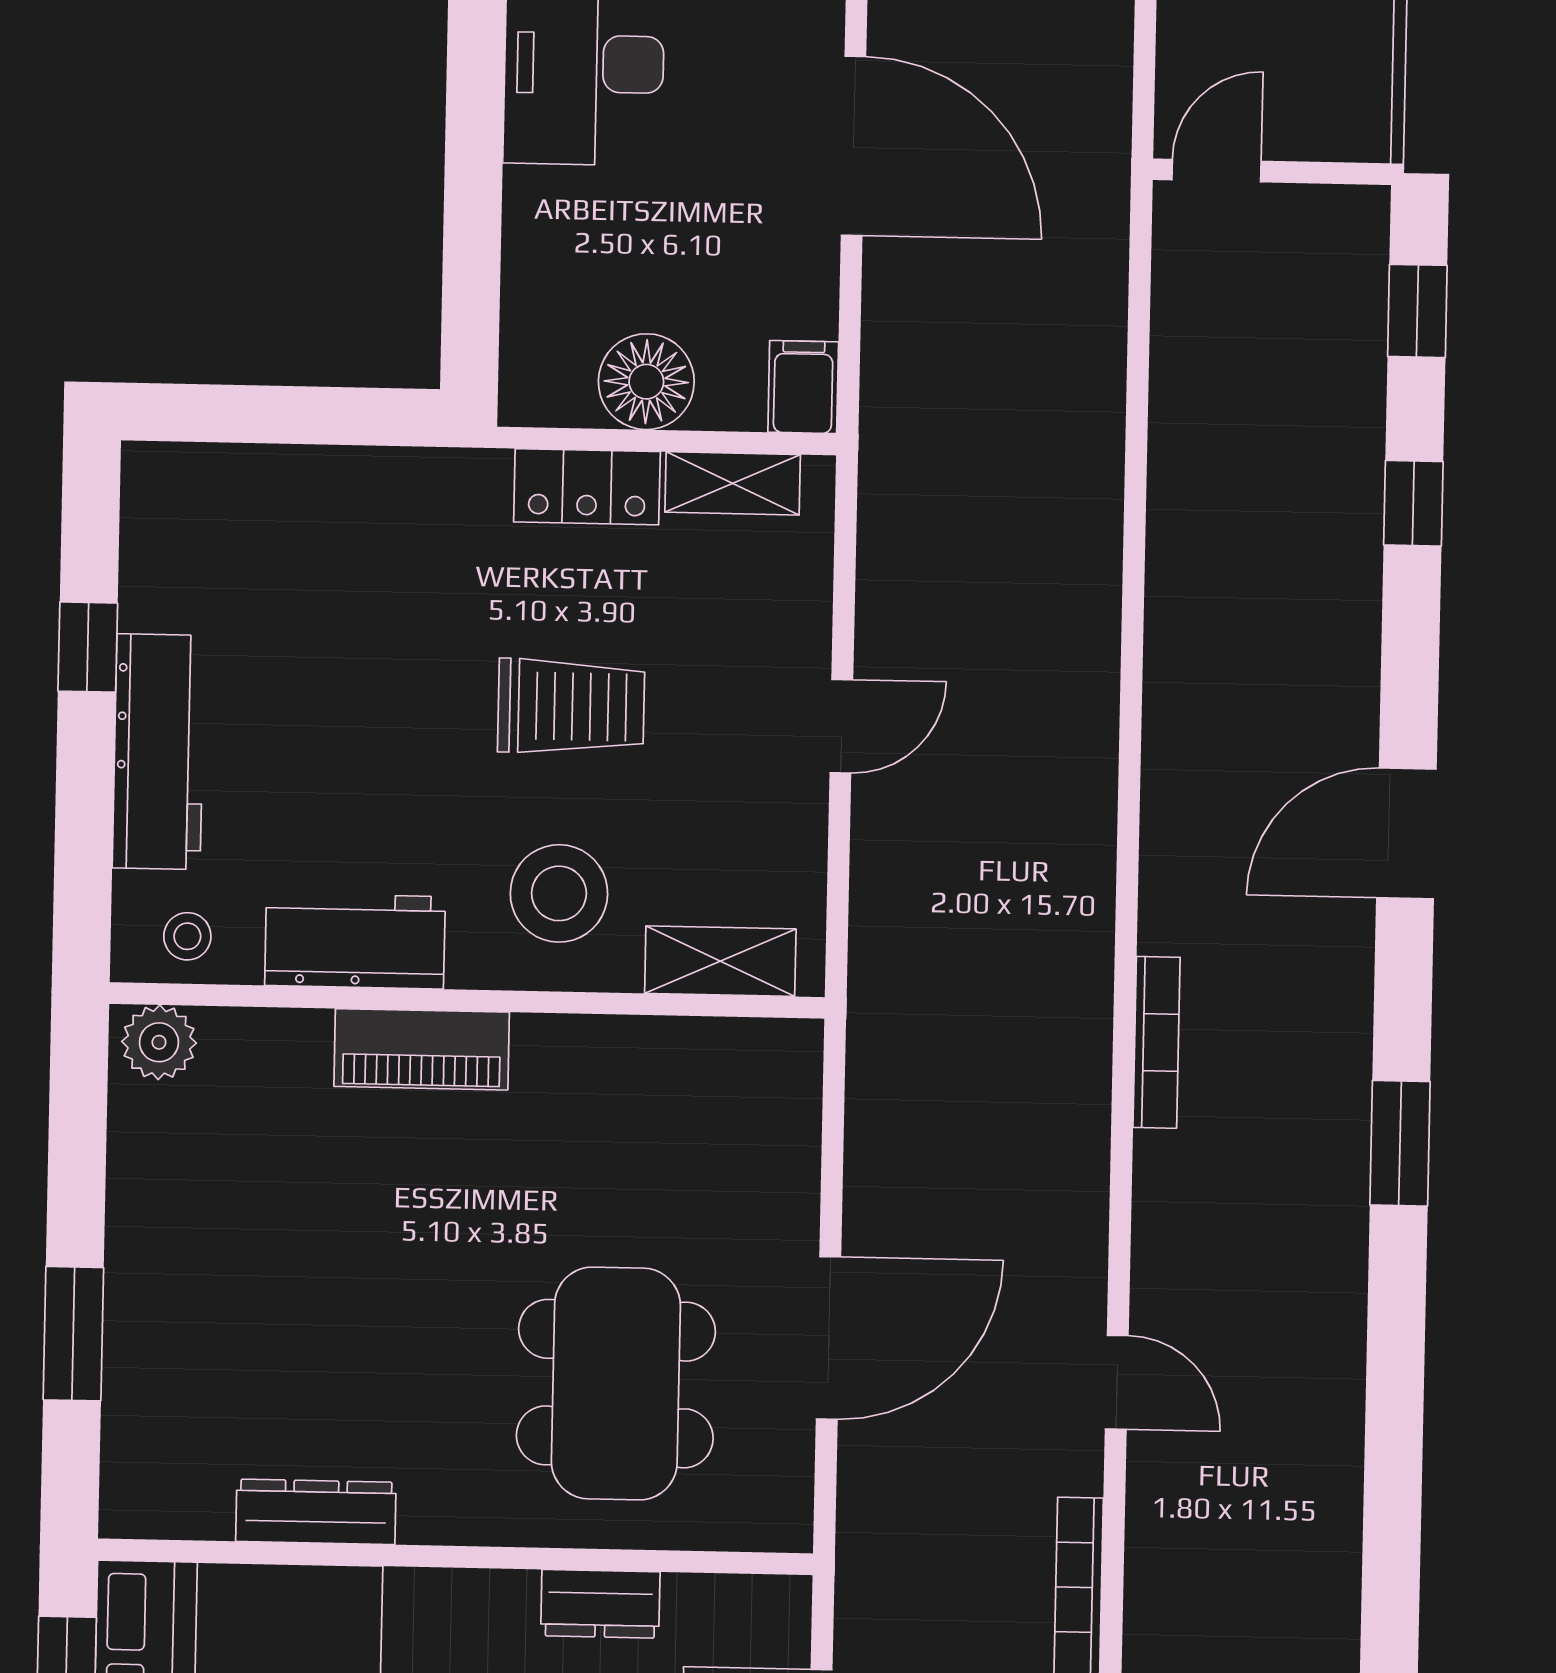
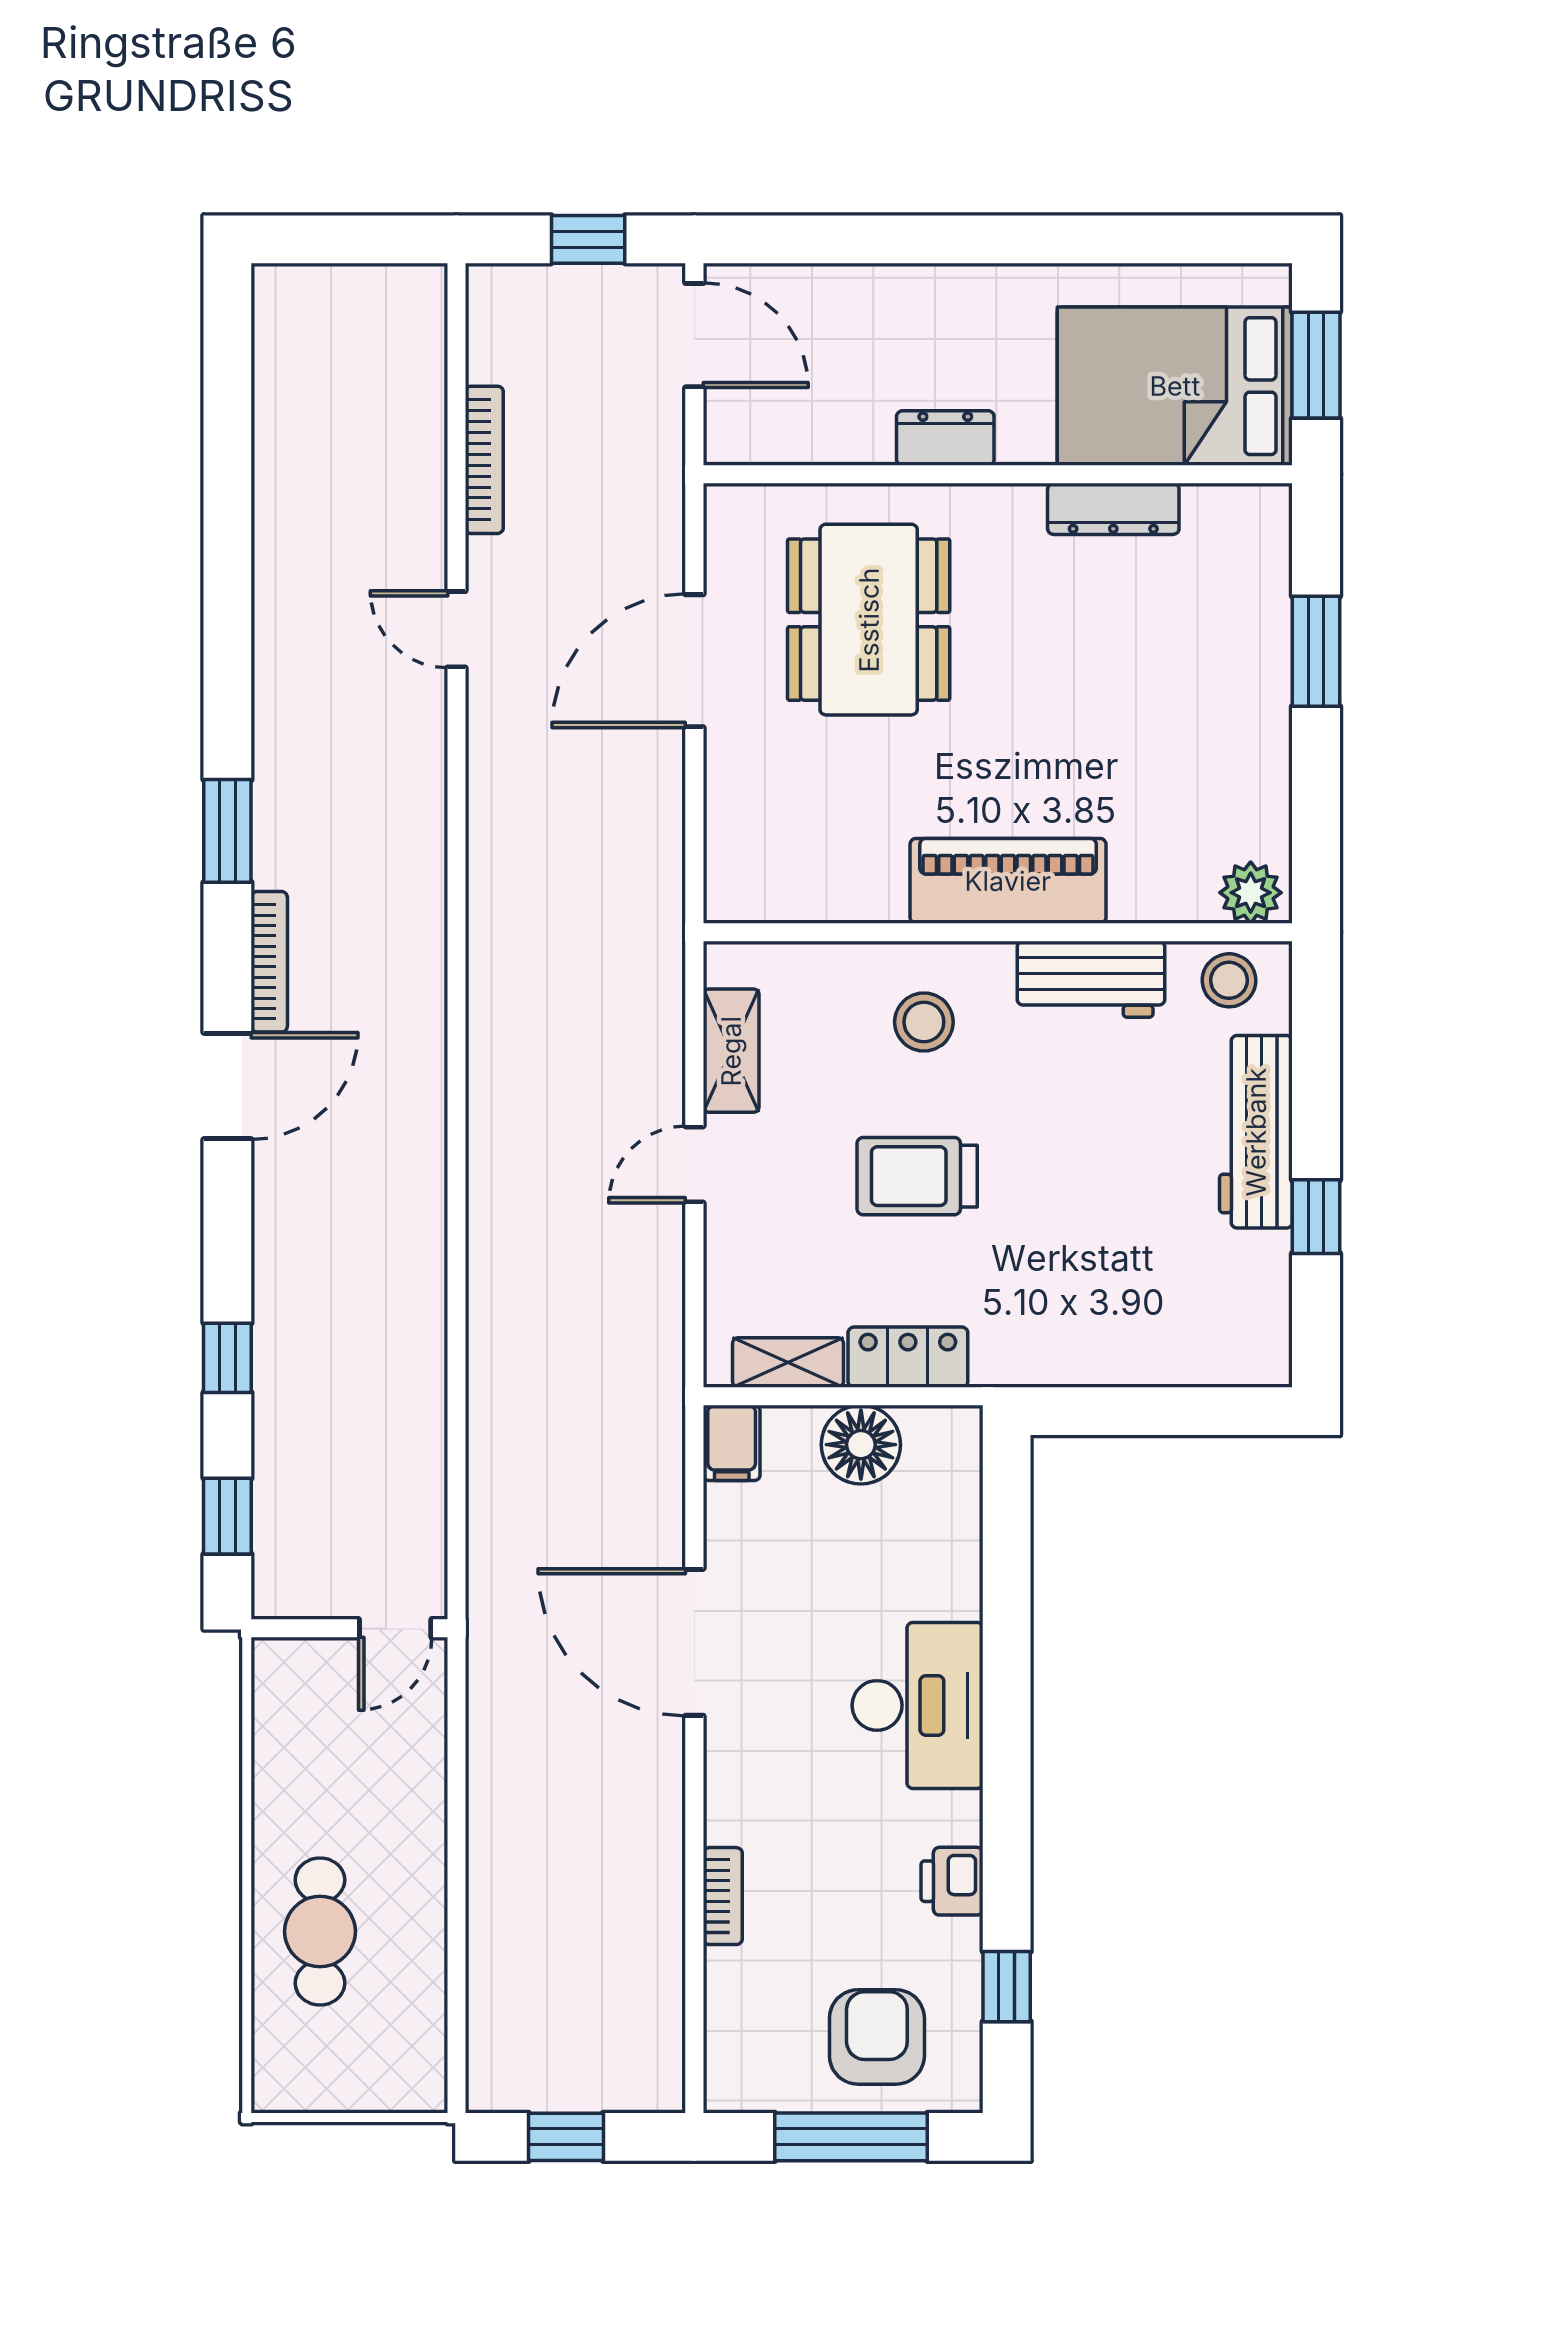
stool: (559, 893) -> (924, 1022), width x0.73, depth x0.73
stool: (187, 936) -> (1229, 980), width x1.37, depth x1.37
shelving: (720, 961) -> (731, 1051), moved, turned 90
bookcase: (1157, 1042) -> (269, 962), moved, turned 180
piano: (422, 1049) -> (1008, 881), width x1.37, depth x1.33
dresser: (600, 1604) -> (945, 438), moved

